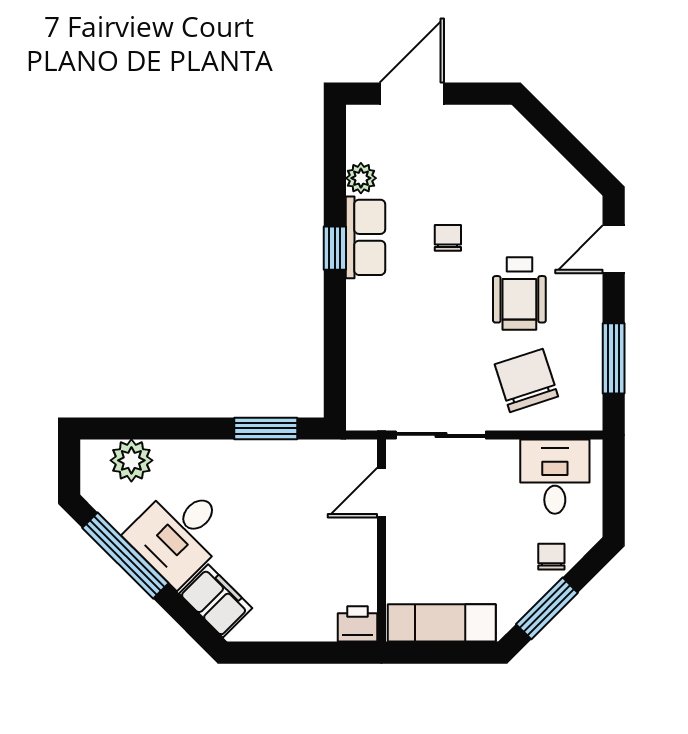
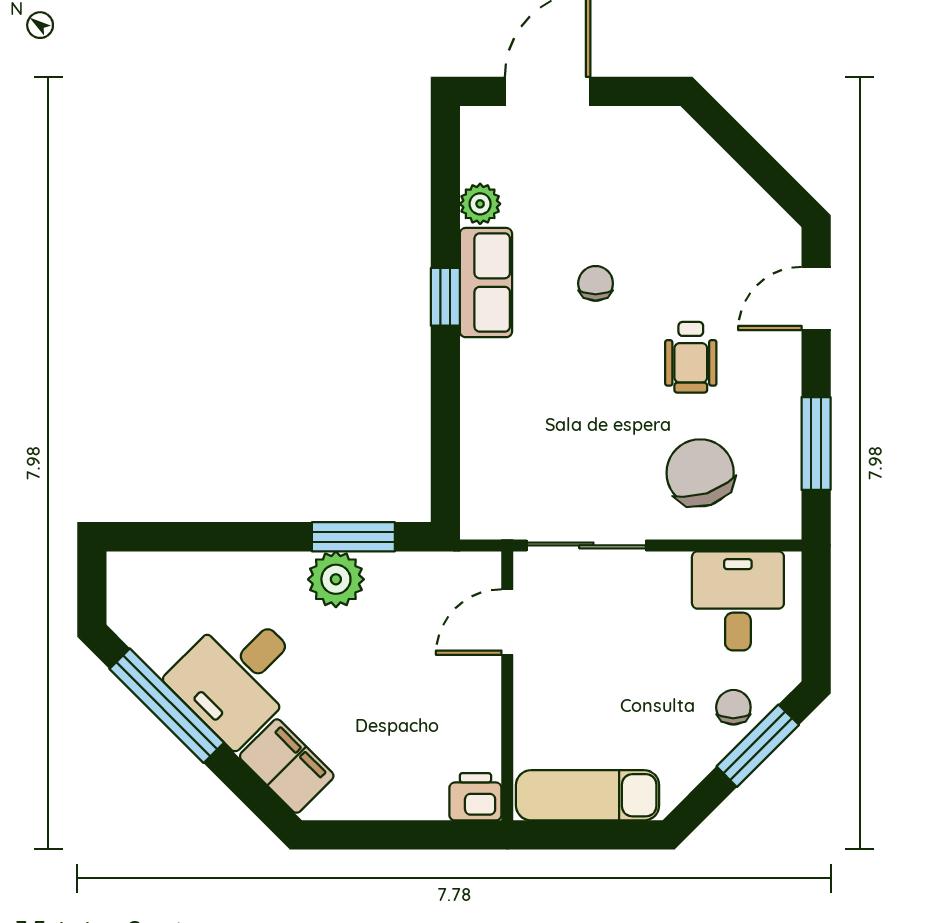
wheelchair: (519, 293) -> (691, 357), width x0.73, depth x0.73
plant: (131, 460) -> (336, 579), moved
window: (547, 608) -> (758, 746), moved

